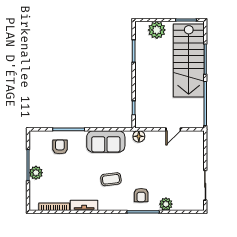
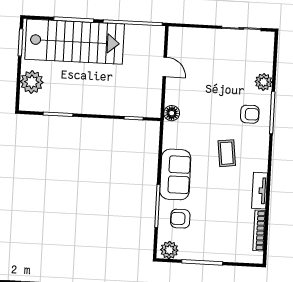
sofa: (106, 141) -> (175, 174), moved
plant: (36, 173) -> (169, 250), moved

